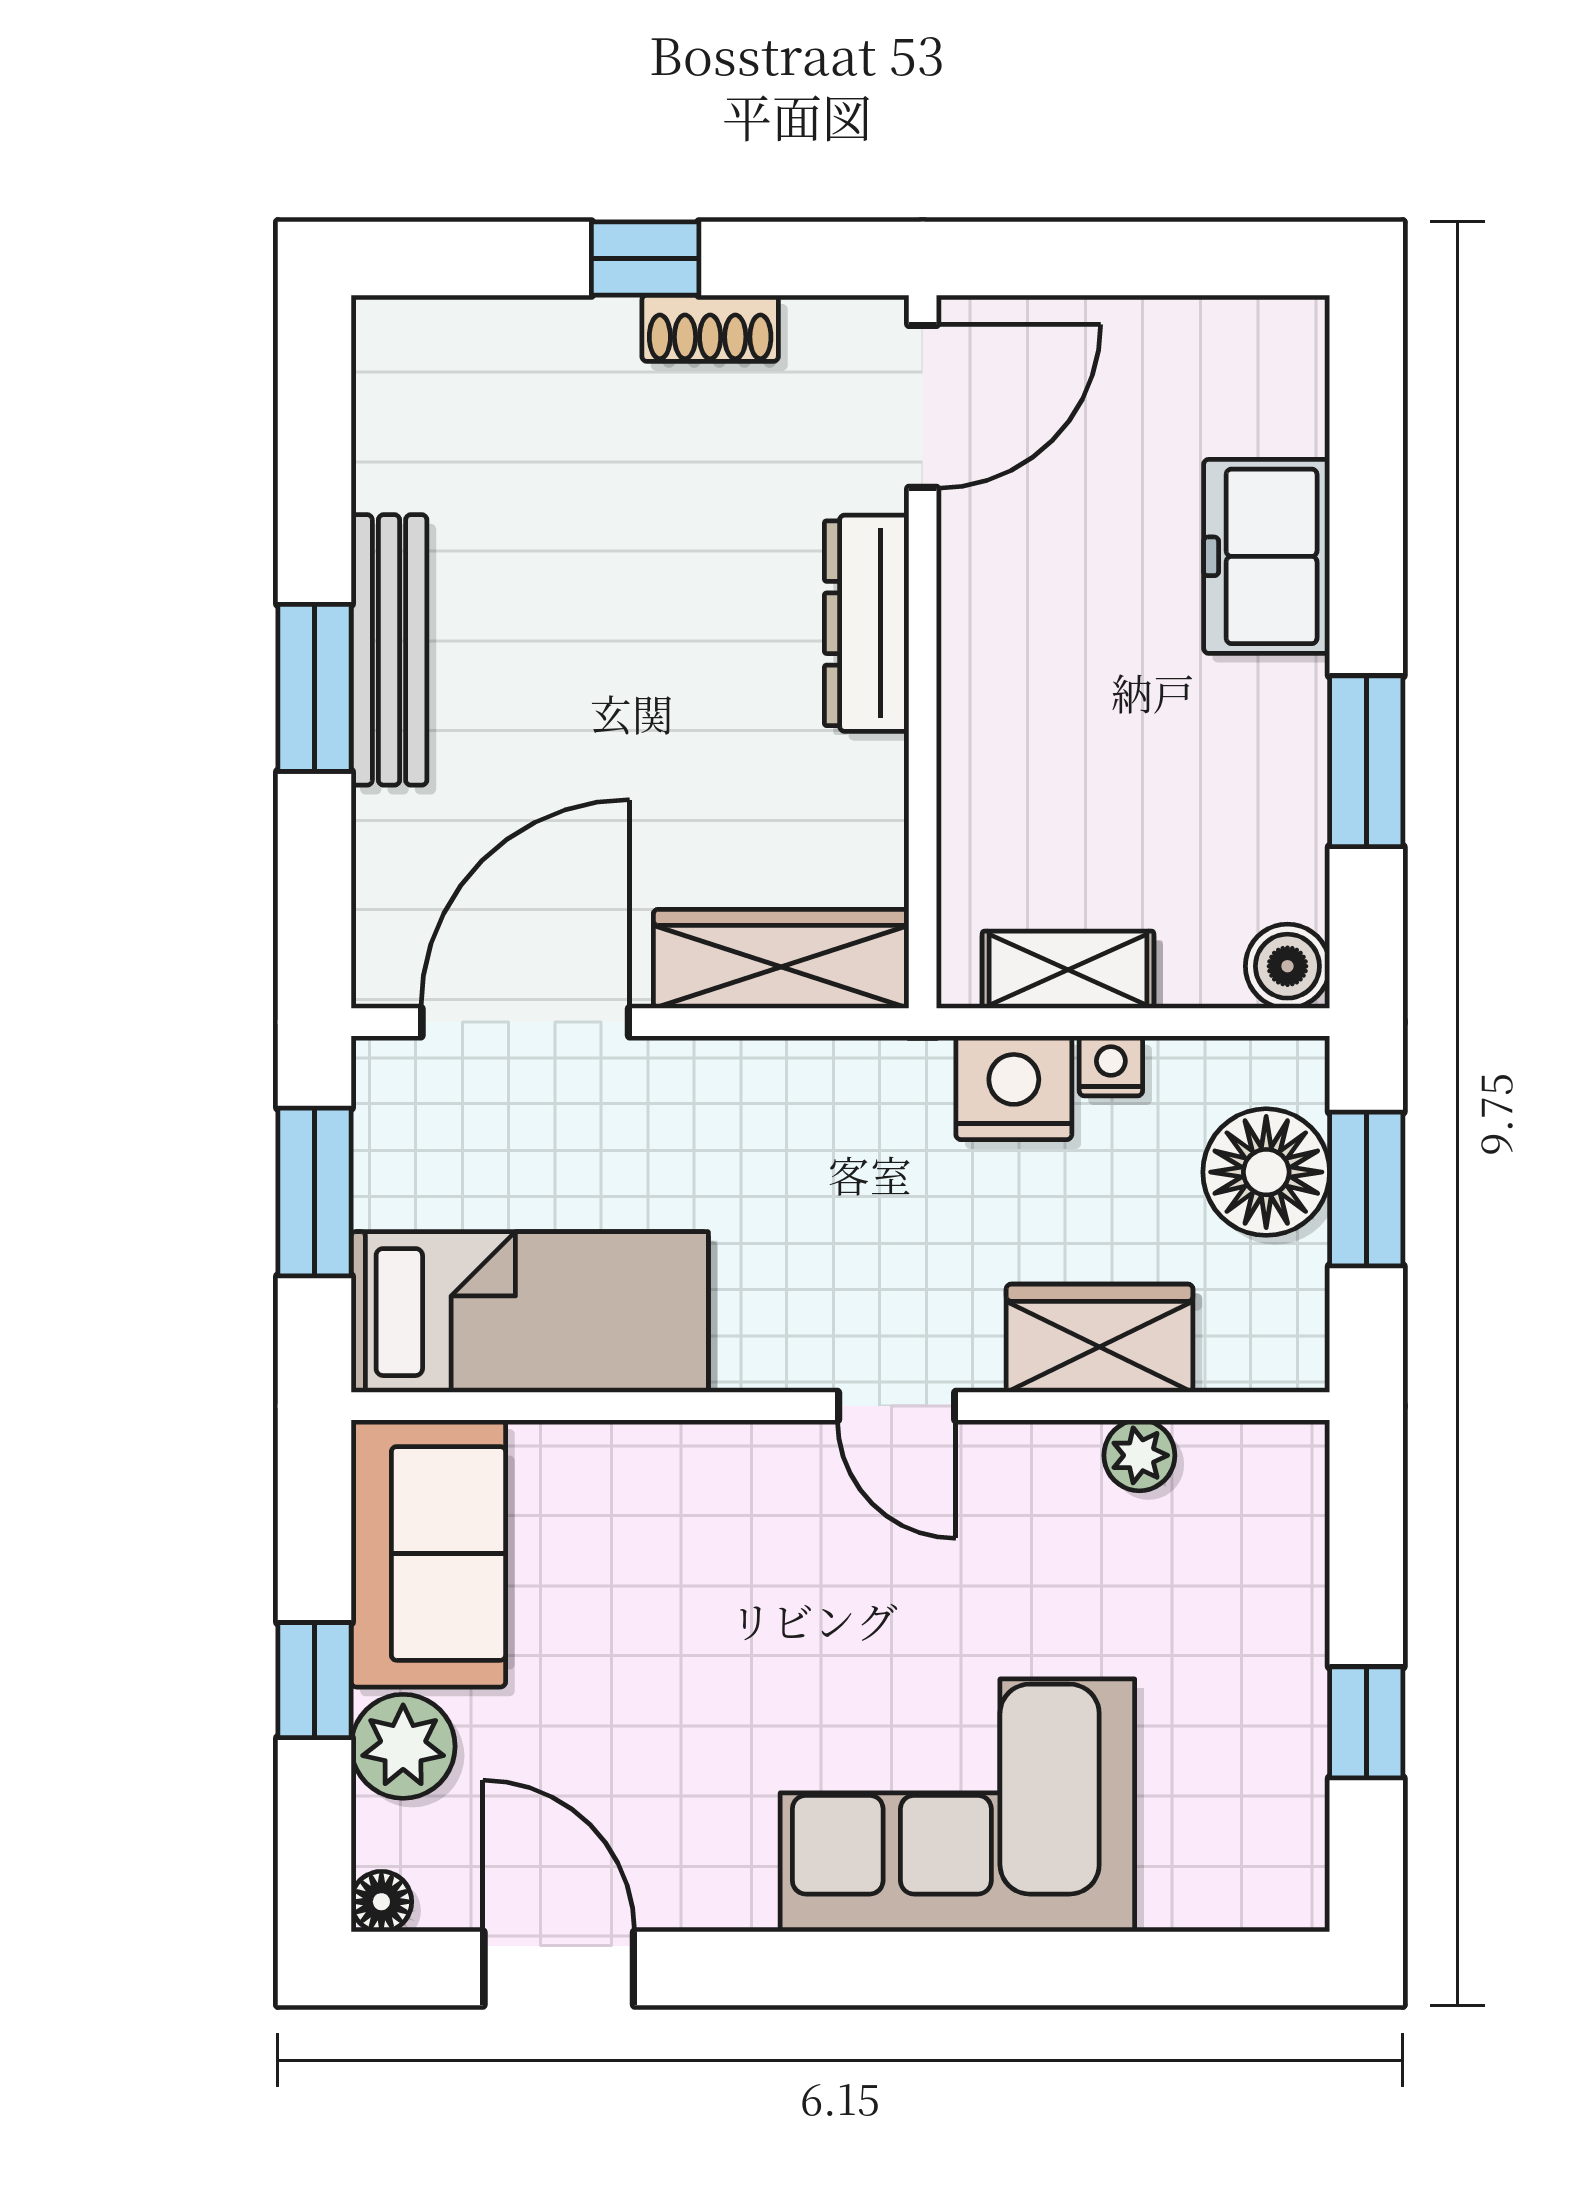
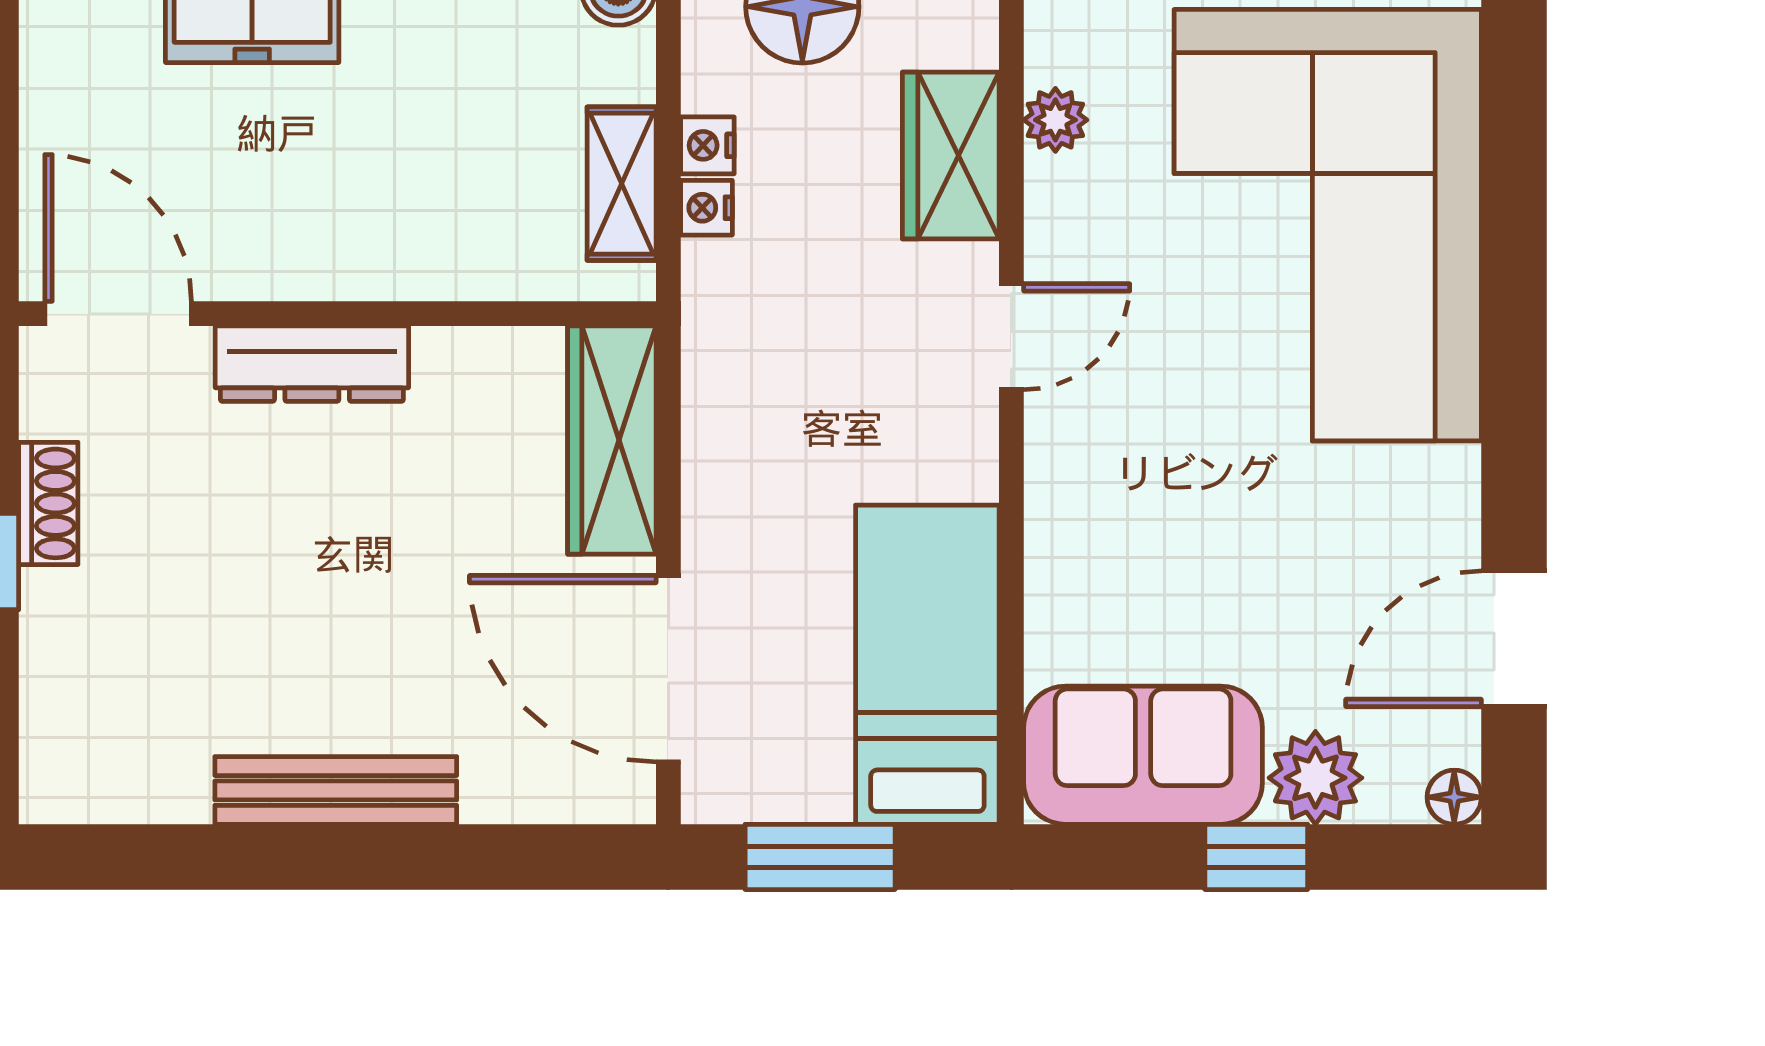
window: (315, 688) -> (370, 857), removed
nightstand: (1014, 1088) -> (706, 208), width x0.53, depth x0.56
corner sofa: (957, 1805) -> (1328, 225), width x1.36, depth x1.36

